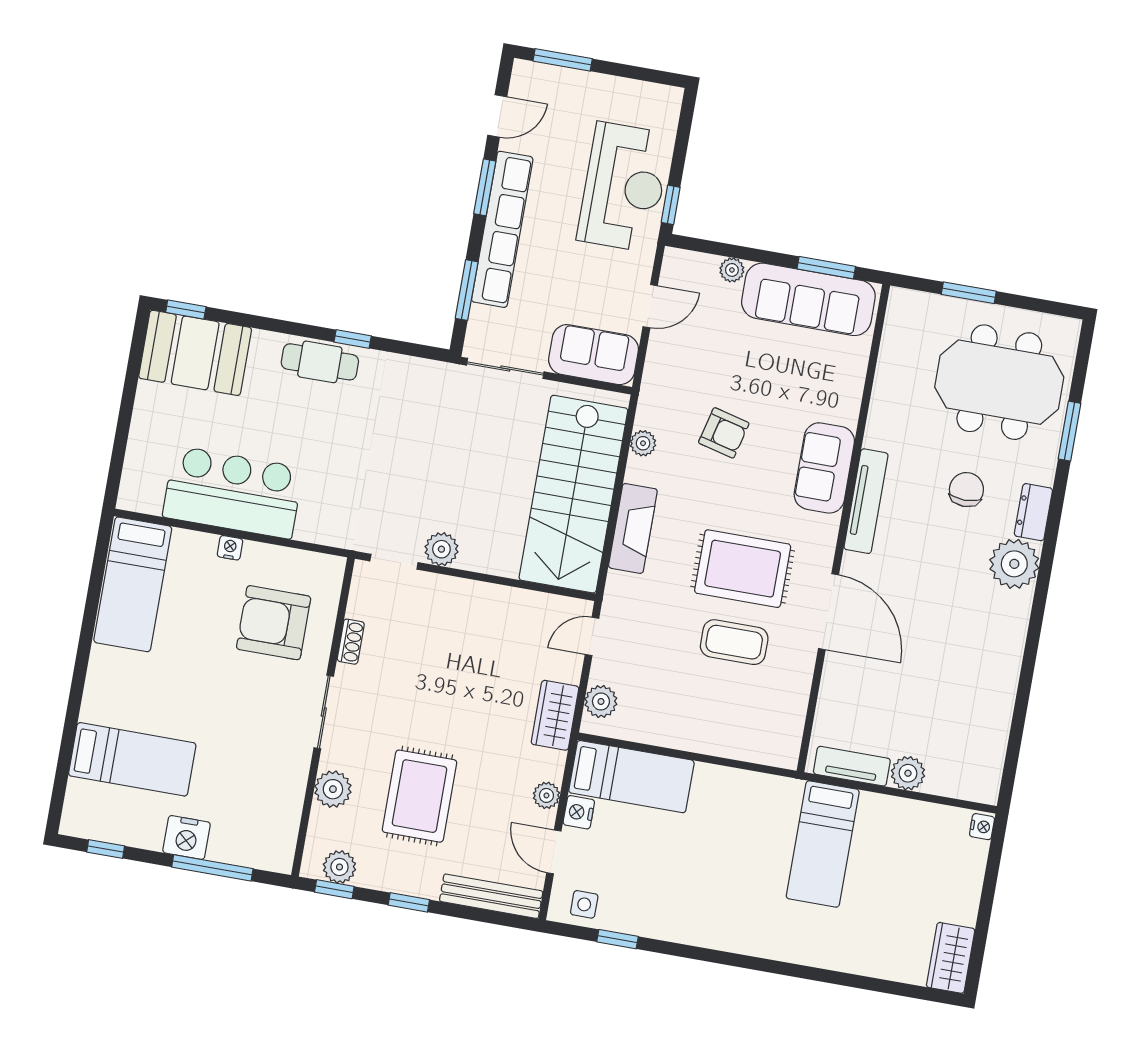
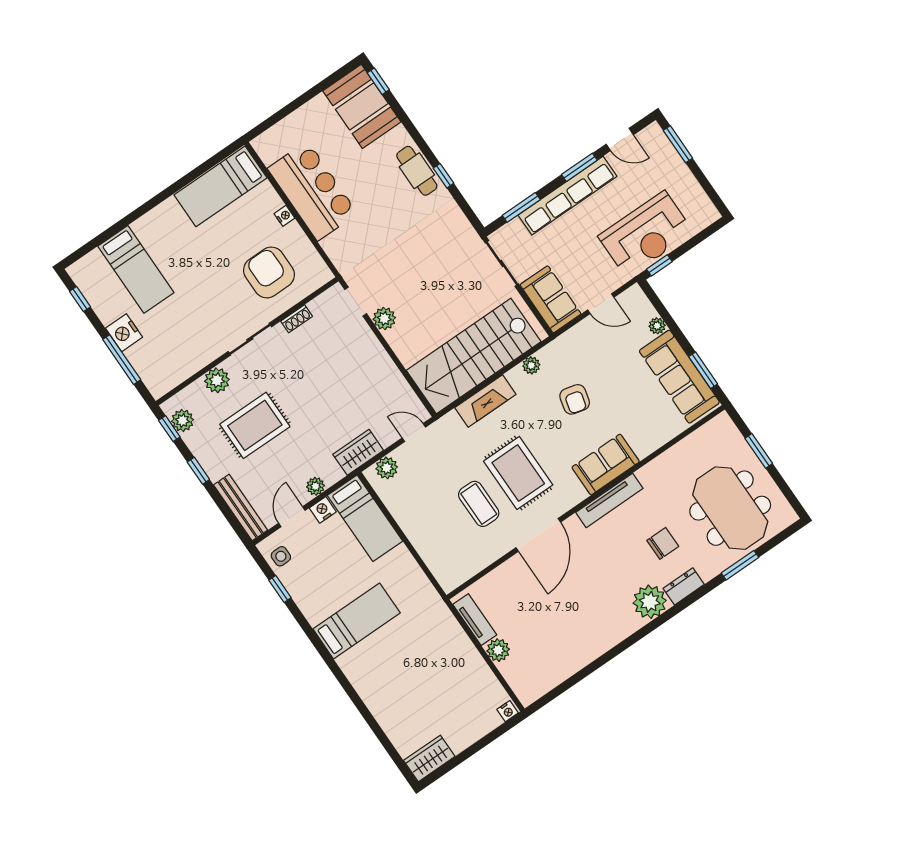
bed: (823, 844) -> (357, 621), moved, turned 180

